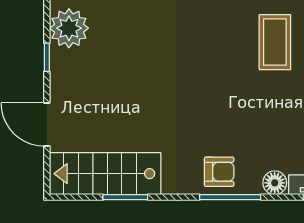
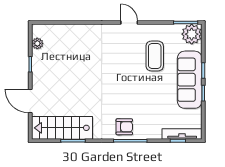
plant: (69, 28) -> (37, 43), width x0.53, depth x0.53
floor lamp: (275, 183) -> (155, 133), removed

